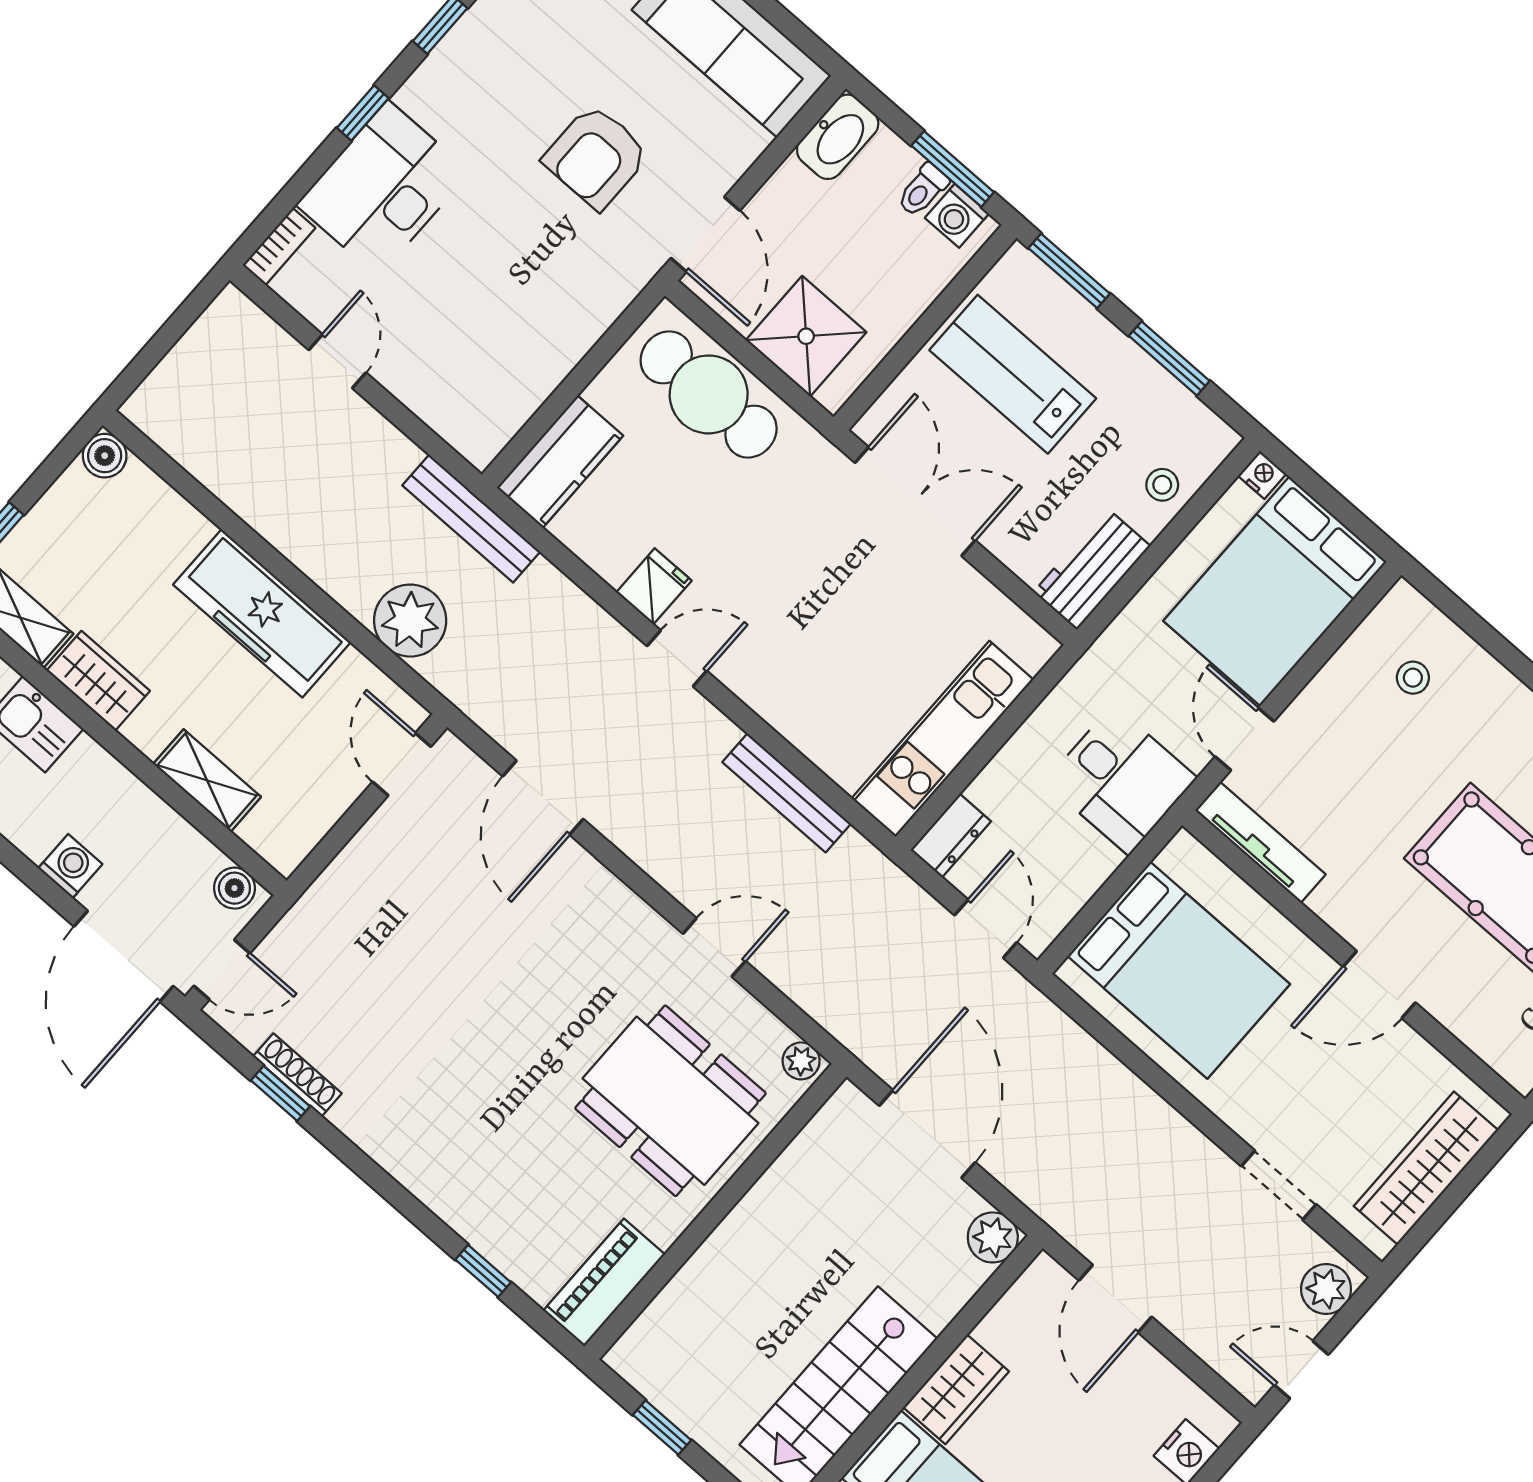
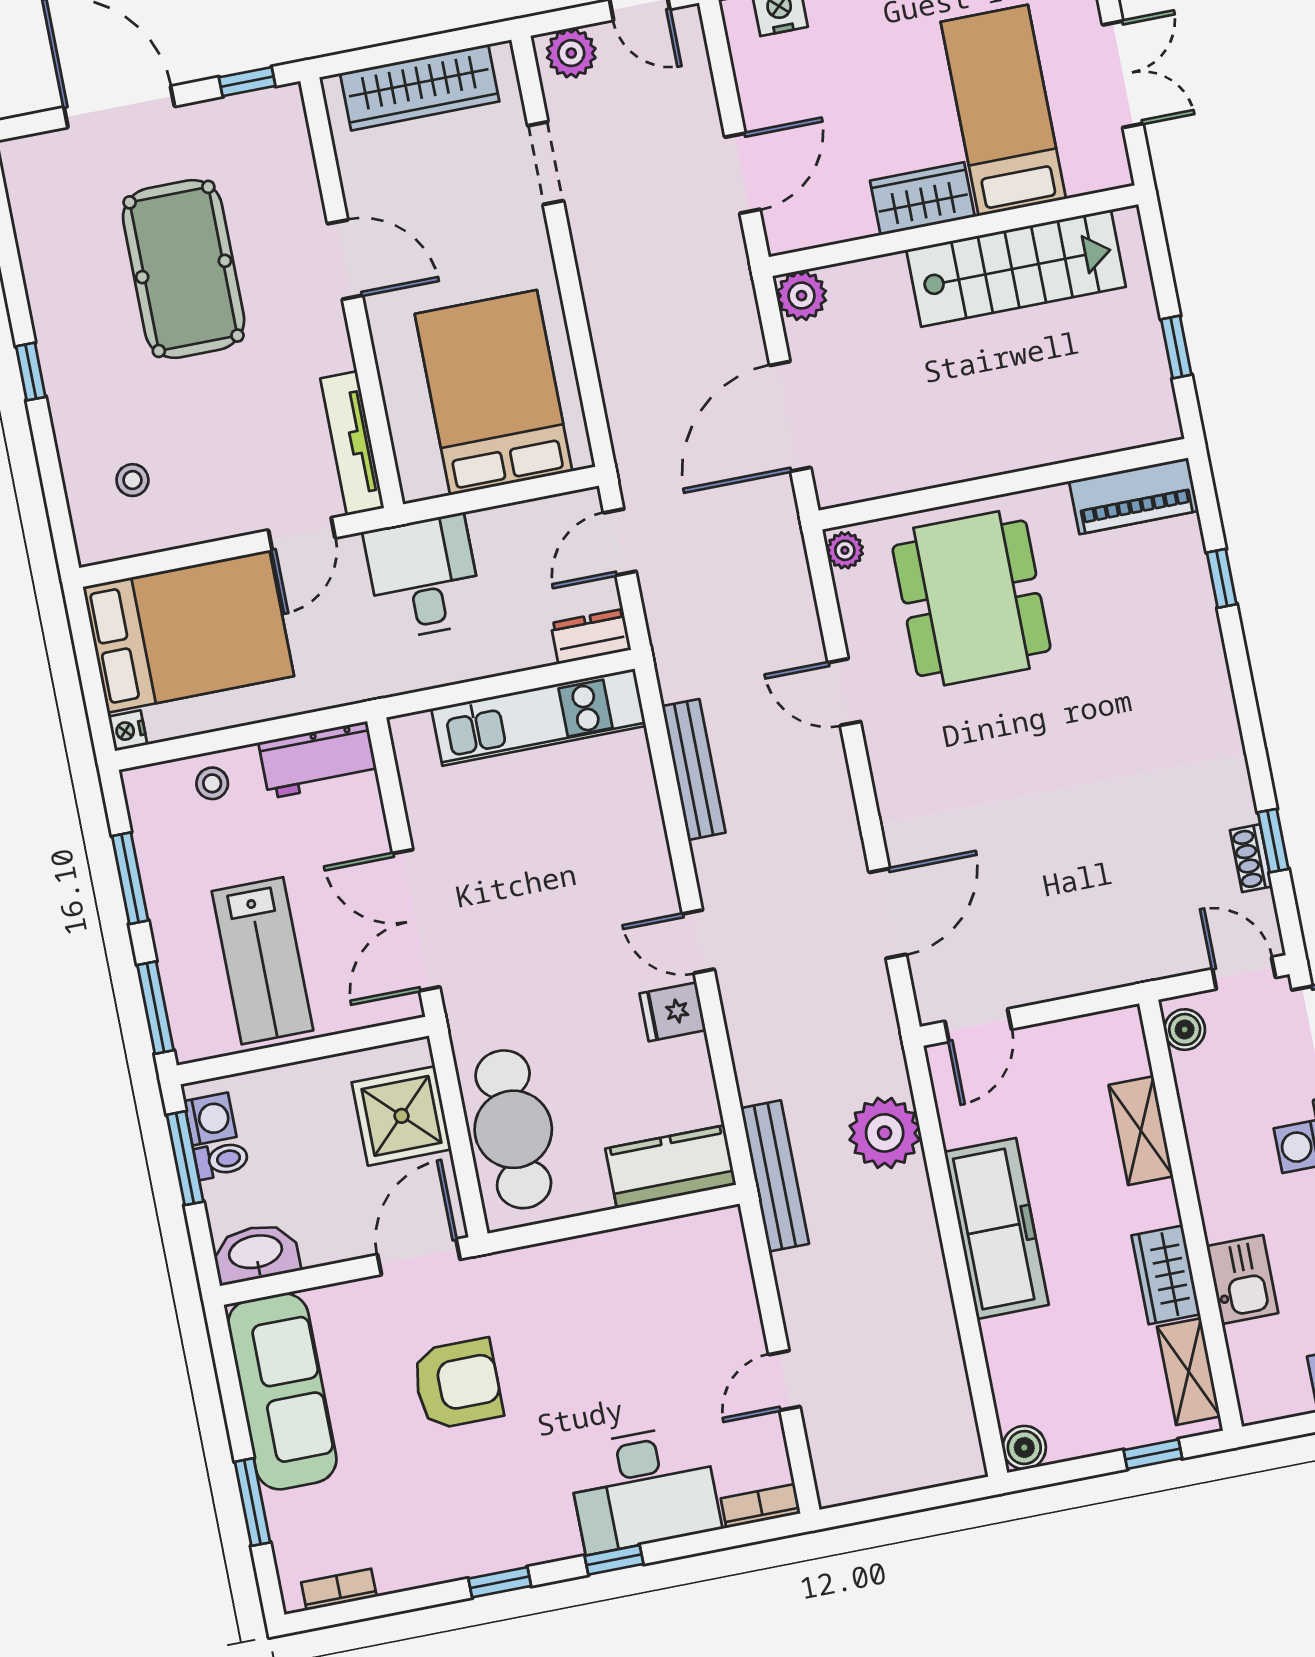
shoe rack: (297, 1075) -> (1251, 858), width x0.70

